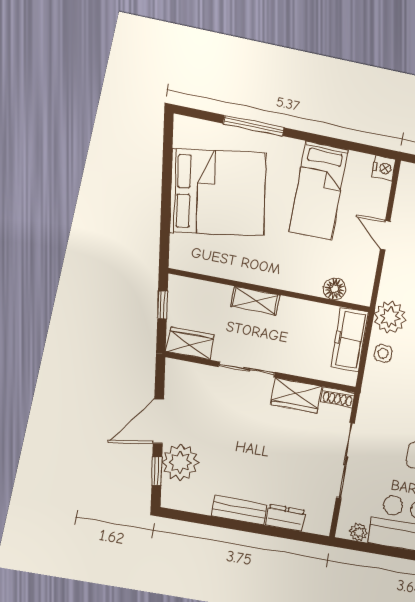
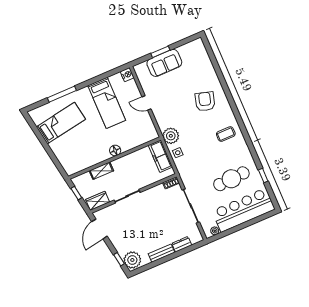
bed: (218, 192) -> (61, 123), width x0.49
floor lamp: (335, 289) -> (115, 150), moved
shelving: (255, 301) -> (101, 171), moved
wardrobe: (296, 395) -> (154, 193), removed
door: (158, 421) -> (99, 229), moved
plant: (180, 462) -> (132, 260), moved

